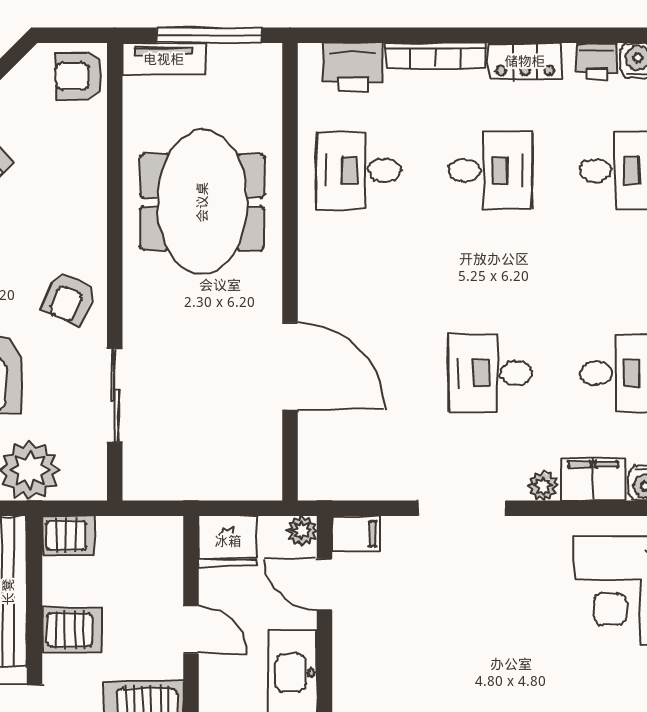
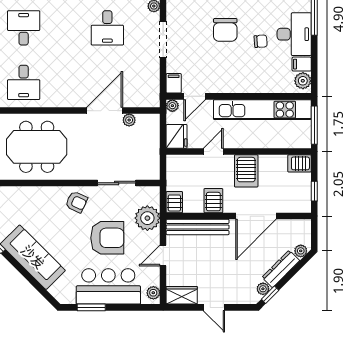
plant: (267, 426) -> (129, 120), added
chair: (485, 659) -> (225, 30), added

